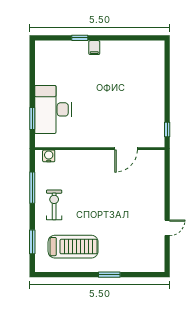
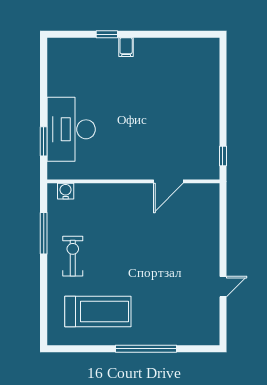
window: (32, 242) -> (44, 305), removed
window: (109, 275) -> (146, 349), width x2.11

